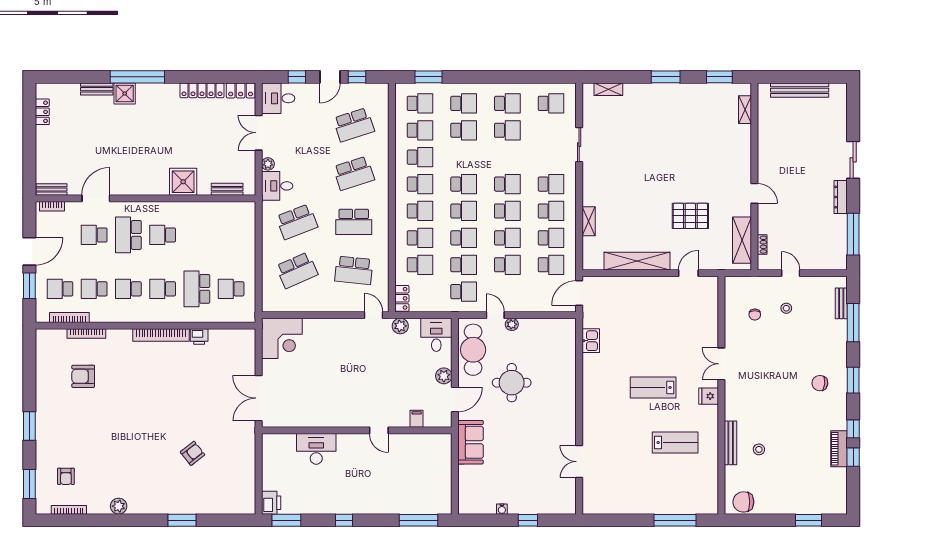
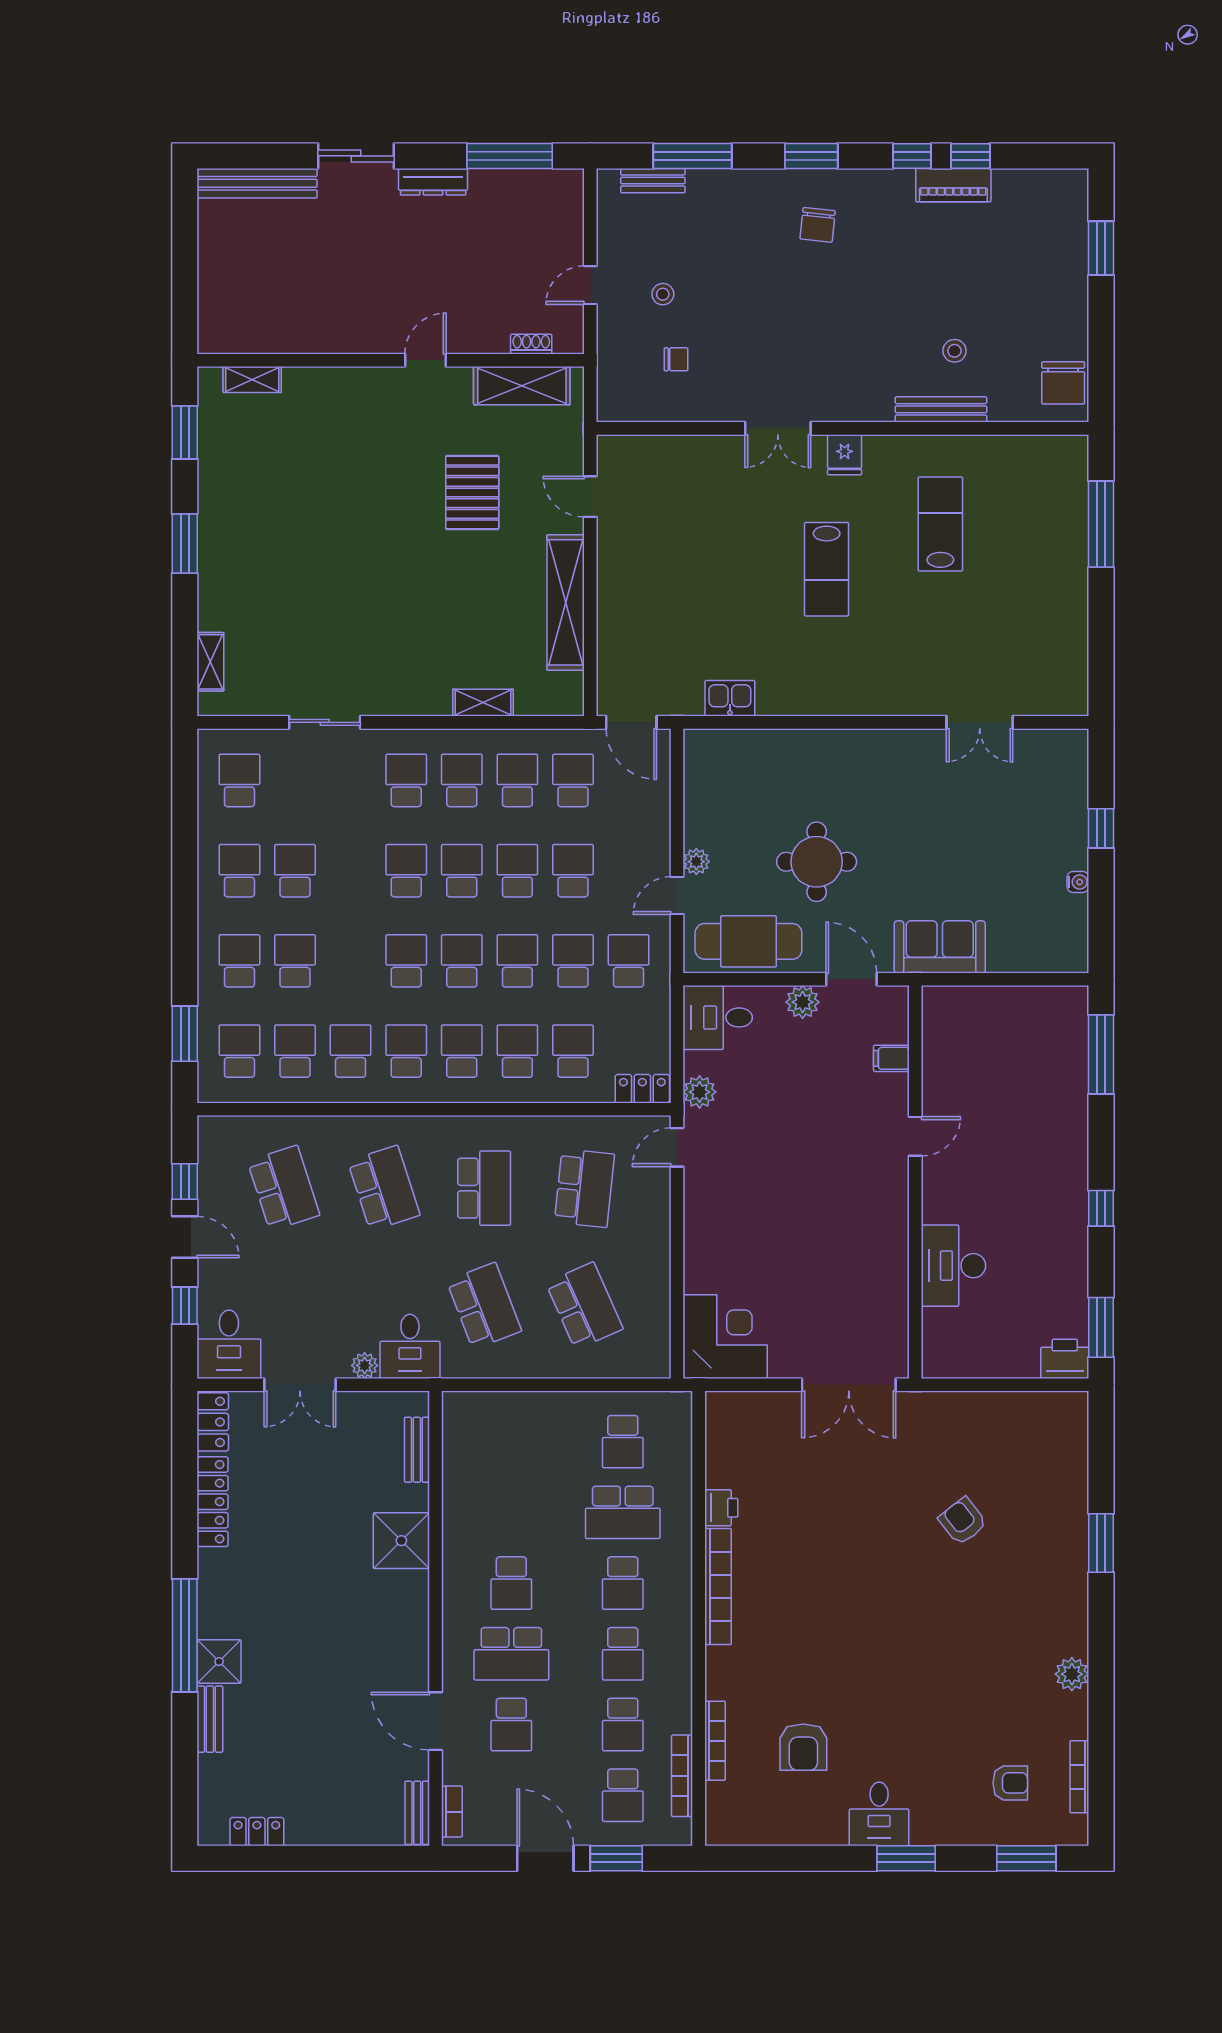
bench: (800, 90) -> (257, 183), moved, turned 90
desk: (51, 413) -> (879, 1814), added

